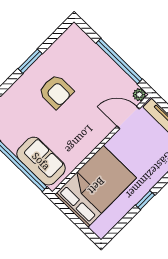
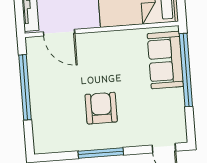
window: (30, 61) -> (101, 153), width x1.44
plant: (139, 95) -> (33, 44), removed

